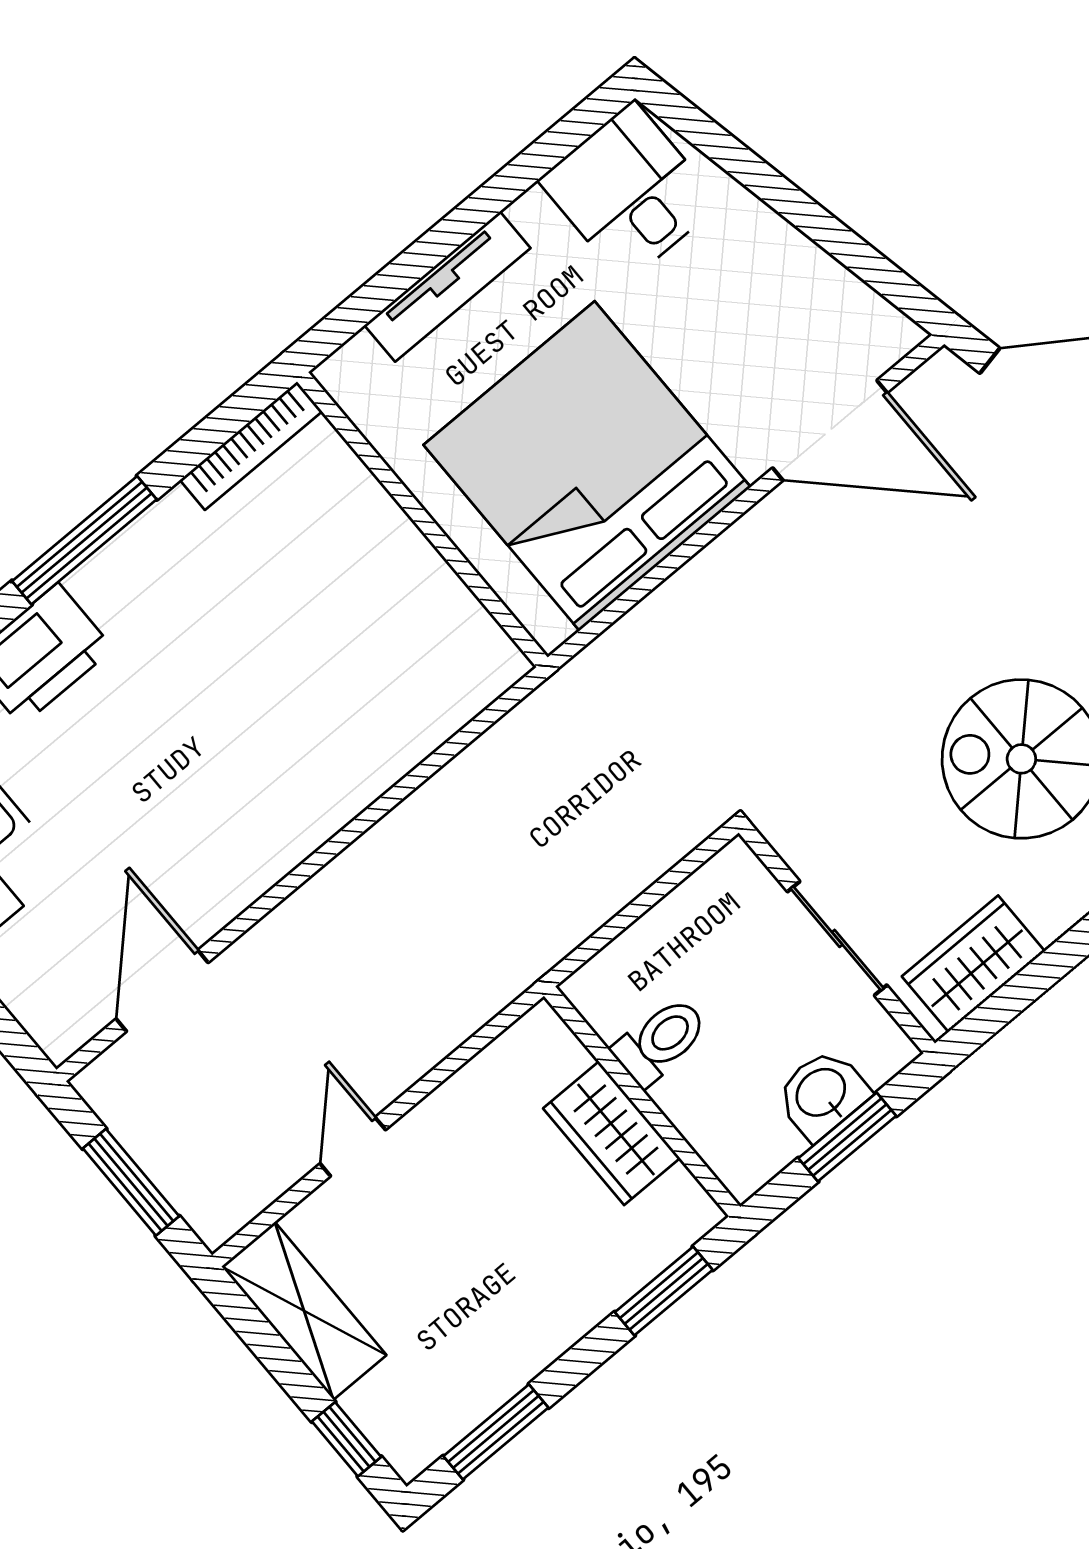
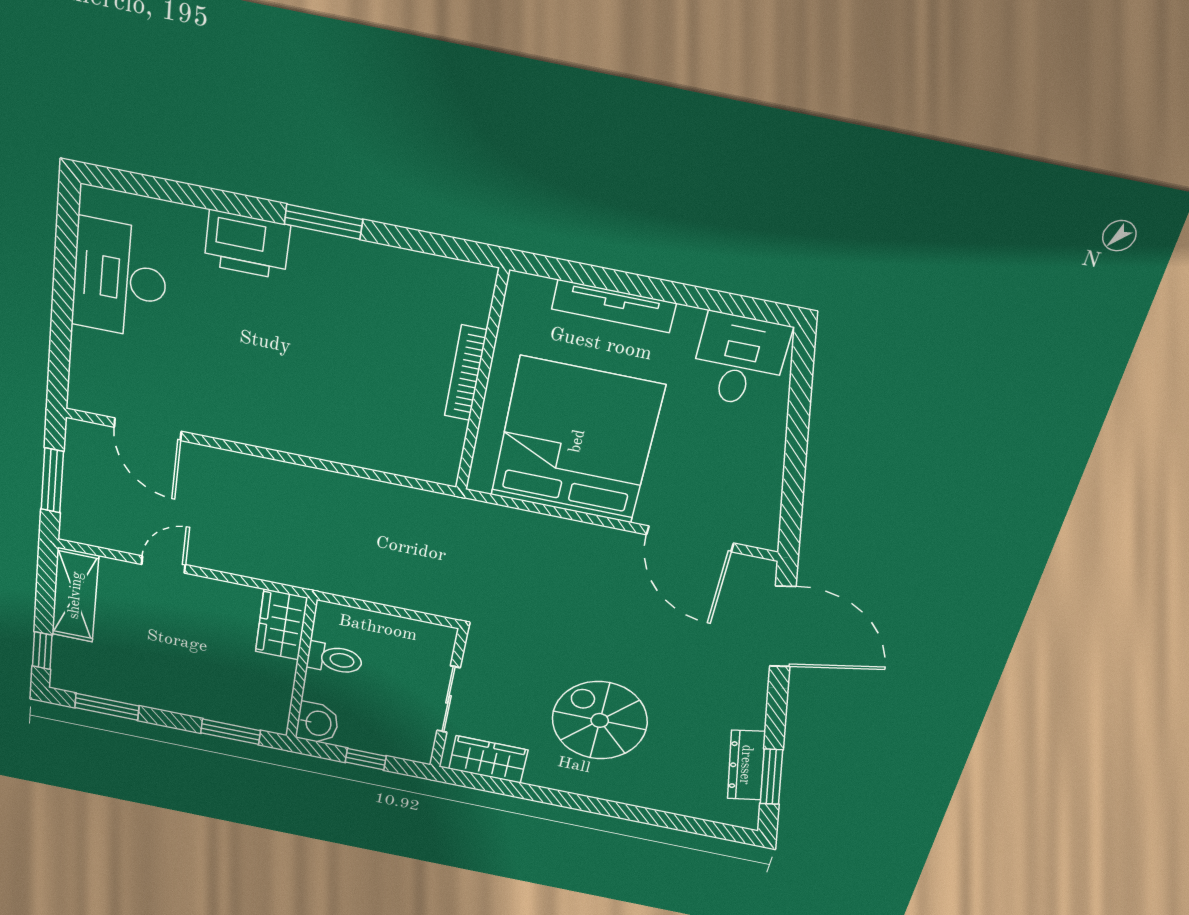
bookcase: (251, 446) -> (466, 373), moved, turned 90
window: (84, 540) -> (323, 222), width x0.69
door: (162, 991) -> (148, 429), swing flipped
washbasin: (822, 1094) -> (317, 723), moved, turned 90
wardrobe: (612, 1133) -> (281, 625), moved
window: (847, 1137) -> (366, 759), width x0.67

